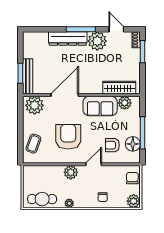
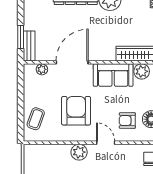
bench: (28, 76) -> (29, 46), width x0.73
plant: (35, 105) -> (42, 69), width x0.53, depth x0.53
door: (94, 164) -> (106, 143), hinge flipped

